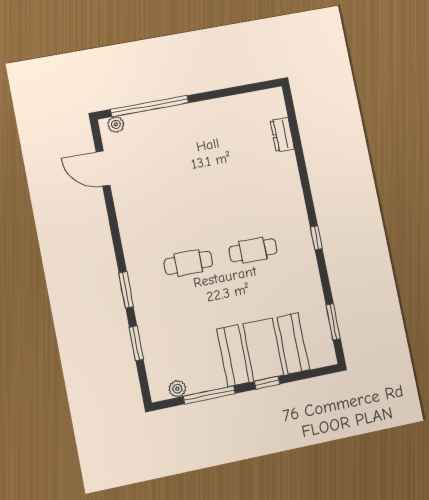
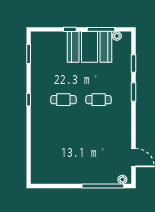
dresser: (282, 135) -> (36, 158), removed
booth: (263, 349) -> (89, 47), moved

